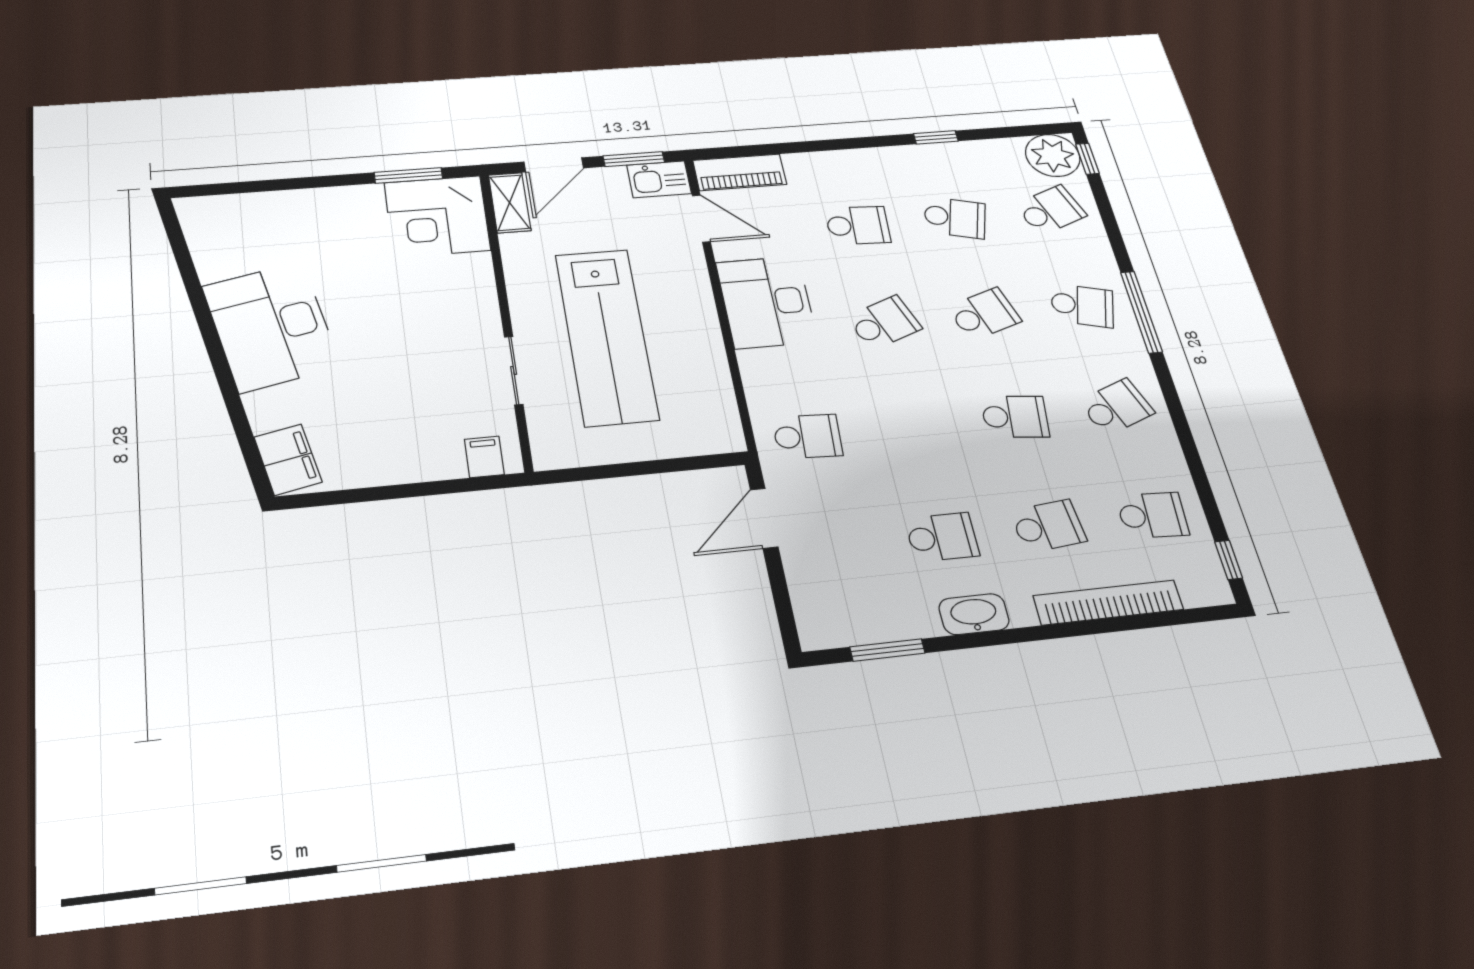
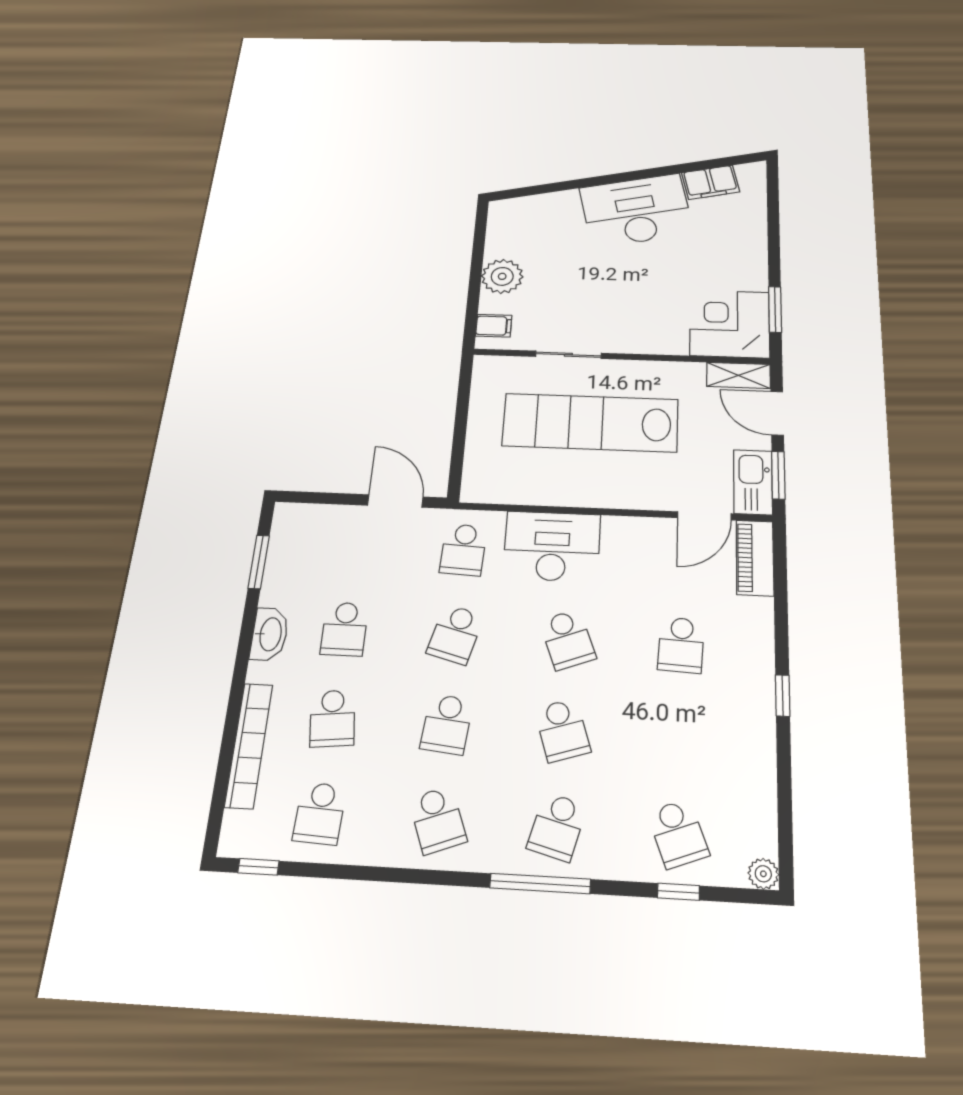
window: (936, 137) -> (783, 696), moved
plant: (1053, 155) -> (763, 874), width x0.53, depth x0.53
window: (1087, 159) -> (679, 892), moved
kitchen sink: (659, 179) -> (753, 482), width x1.38
school desk: (955, 218) -> (455, 634), moved
desk: (767, 302) -> (552, 546), moved
filing cabinet: (288, 460) -> (711, 182), moved
plant: (403, 460) -> (502, 276), added

